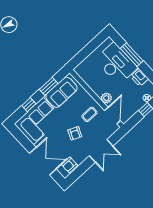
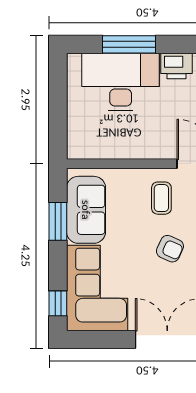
plant: (106, 98) -> (160, 148), removed
window: (29, 105) -> (58, 303), moved

